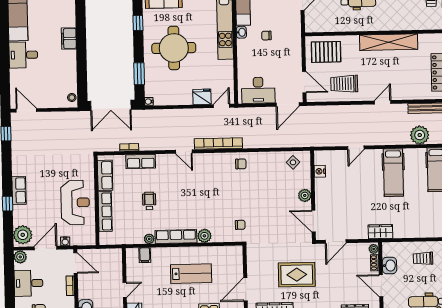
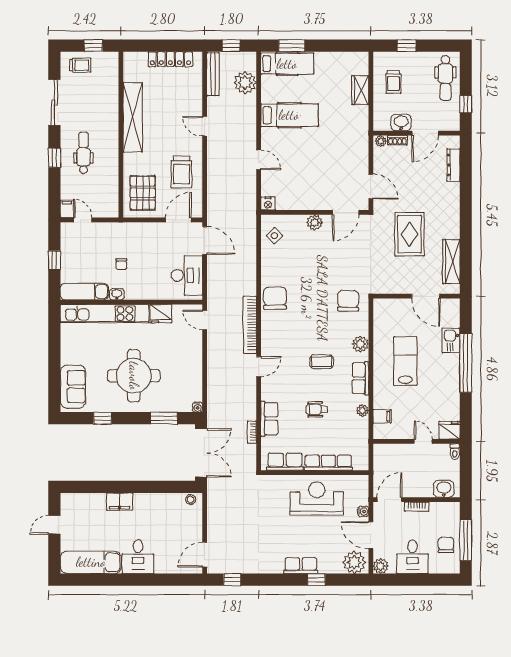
fridge: (202, 97) -> (161, 314), moved, turned -90
chair: (241, 164) -> (275, 298), width x1.87, depth x1.87
nightstand: (320, 171) -> (268, 204), moved
coffee table: (189, 204) -> (322, 362), added
chair: (240, 225) -> (348, 301), width x1.87, depth x1.87
wardrobe: (380, 232) -> (360, 90), moved
row of seats: (176, 237) -> (360, 378), width x0.68

